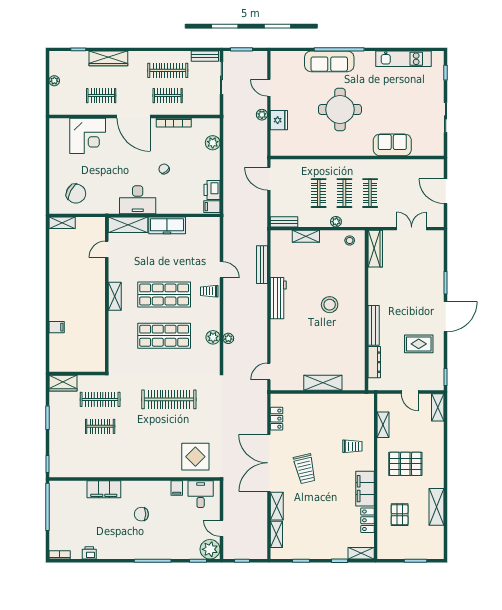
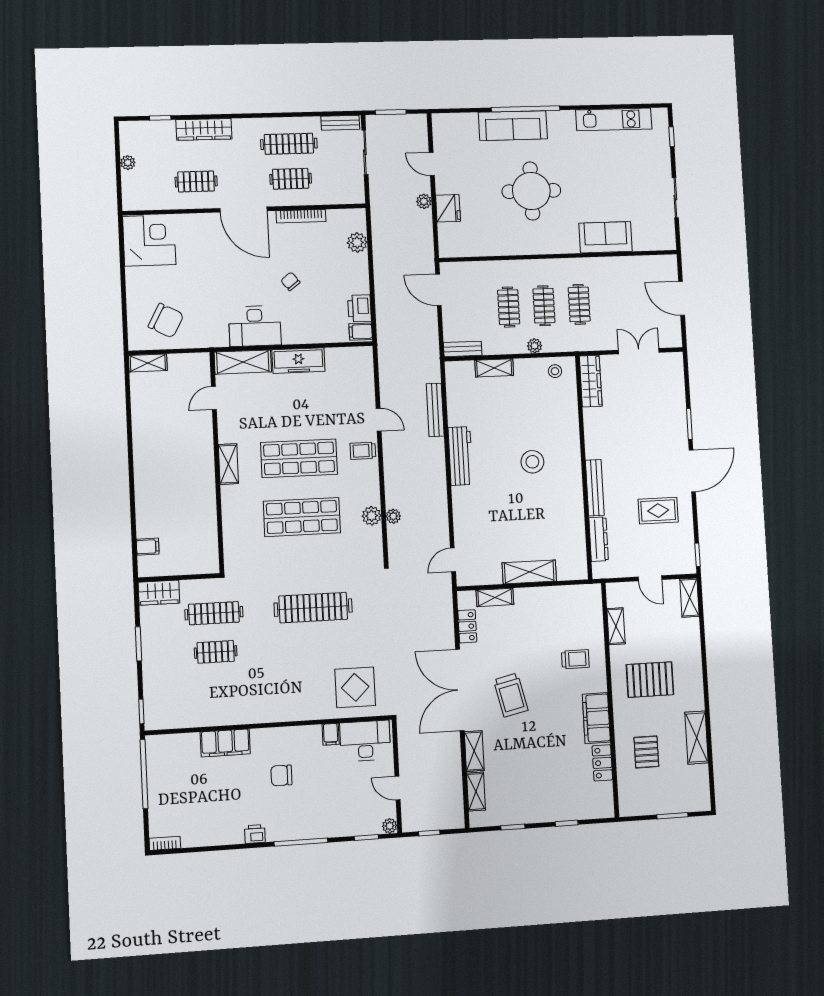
corner desk: (88, 136) -> (149, 240), moved, turned -90
filing cabinet: (57, 327) -> (148, 547), moved
desk: (201, 494) -> (365, 741), width x1.37
plant: (210, 549) -> (390, 826), width x0.53, depth x0.53
printer: (89, 553) -> (255, 834), moved
shelving: (361, 553) -> (495, 597), moved

